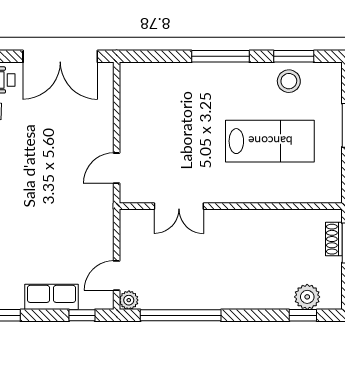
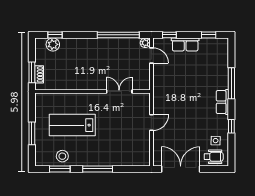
door: (117, 168) -> (151, 123), moved
door: (117, 276) -> (151, 56), hinge flipped

